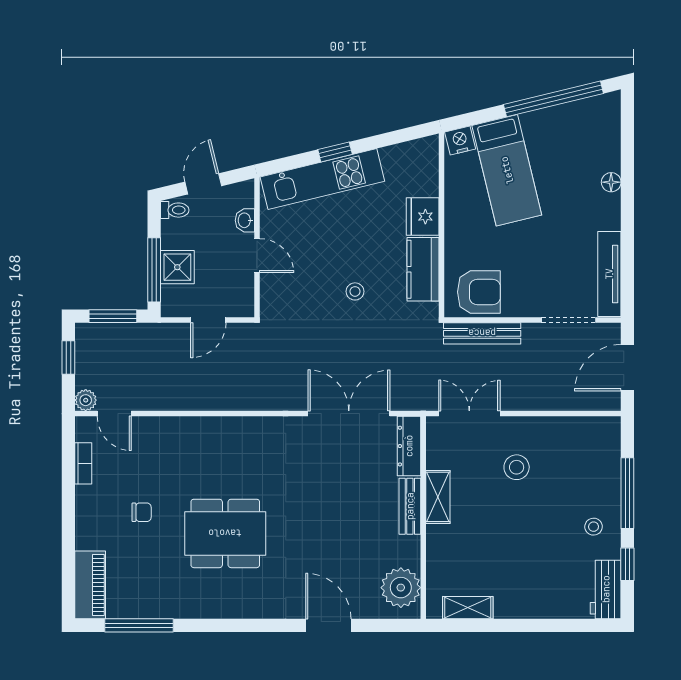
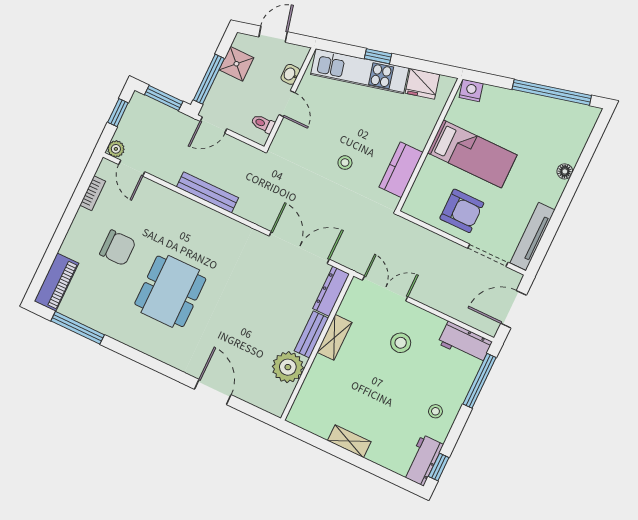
bed: (507, 170) -> (472, 154), moved, turned -76
toilet: (175, 210) -> (263, 124), moved, turned 180
fridge: (423, 217) -> (422, 84), moved, turned -104
shower: (177, 267) -> (236, 64), moved
armchair: (479, 292) -> (462, 211), moved
door: (208, 320) -> (213, 125), moved
bench: (482, 333) -> (207, 192), moved
workbench: (590, 432) -> (465, 343), added
window: (627, 493) -> (480, 381), moved
chair: (142, 512) -> (118, 248), width x1.87, depth x1.87
dining table: (225, 533) -> (170, 291), turned 90
window: (627, 564) -> (439, 467), moved
plant: (401, 588) -> (288, 367), moved
shelving: (468, 608) -> (349, 441), moved

